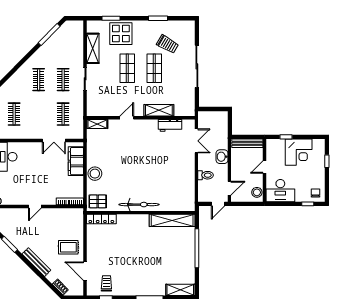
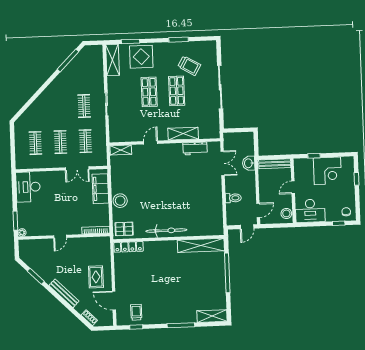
shelving: (93, 48) -> (113, 60), moved
clothes rail: (39, 80) -> (60, 142), moved
washbasin: (222, 157) -> (249, 163), moved
rug: (68, 247) -> (96, 277), turned 90

